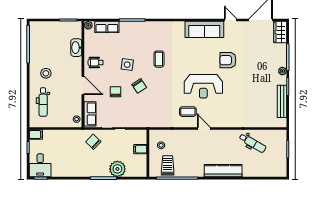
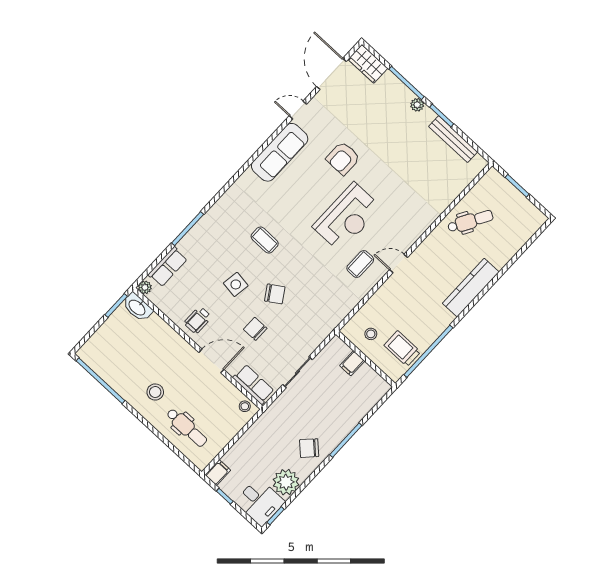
washbasin: (76, 48) -> (137, 307), moved
chair: (93, 142) -> (309, 448), moved
plant: (117, 169) -> (286, 482), moved

